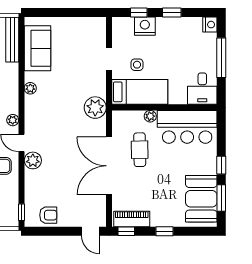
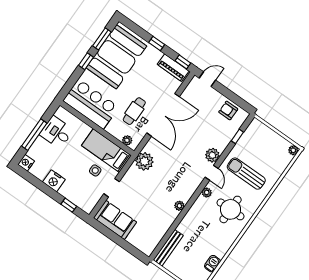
window: (172, 13) -> (46, 189), removed
nightstand: (145, 26) -> (54, 181), moved
sofa: (37, 48) -> (115, 220), moved, turned 90
desk: (202, 89) -> (56, 132), moved, turned -90
plant: (150, 116) -> (127, 140), moved
booth: (201, 199) -> (116, 57), width x1.36, depth x1.42
window: (21, 212) -> (237, 136), moved
door: (90, 231) -> (207, 79), hinge flipped

